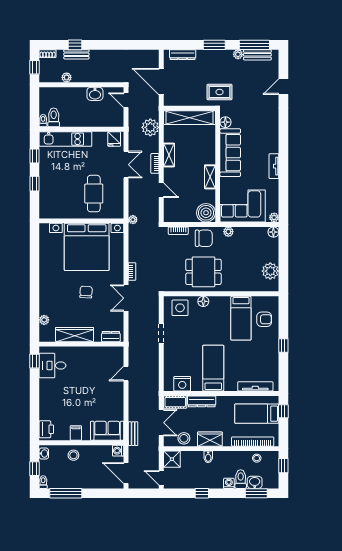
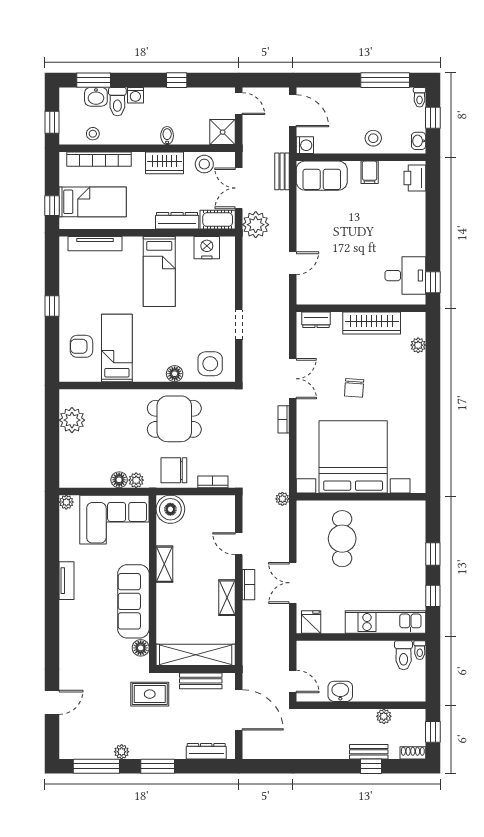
bench: (257, 55) -> (201, 681), moved
plant: (150, 127) -> (256, 225), moved
floor lamp: (273, 232) -> (119, 480), moved

